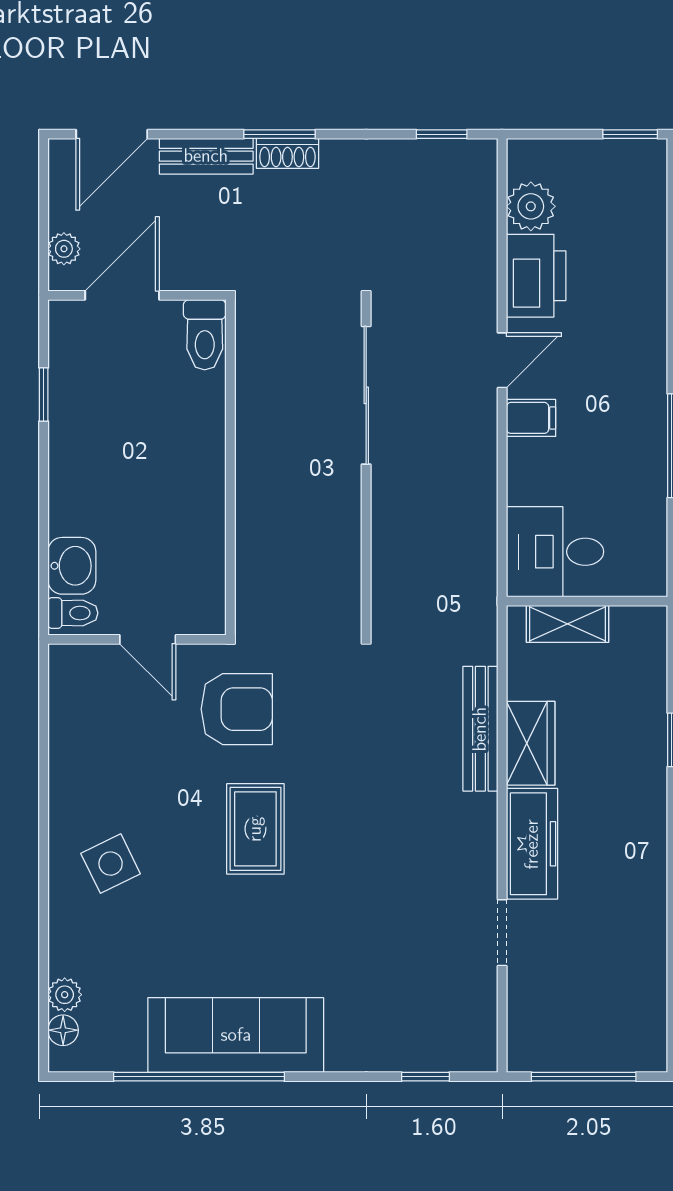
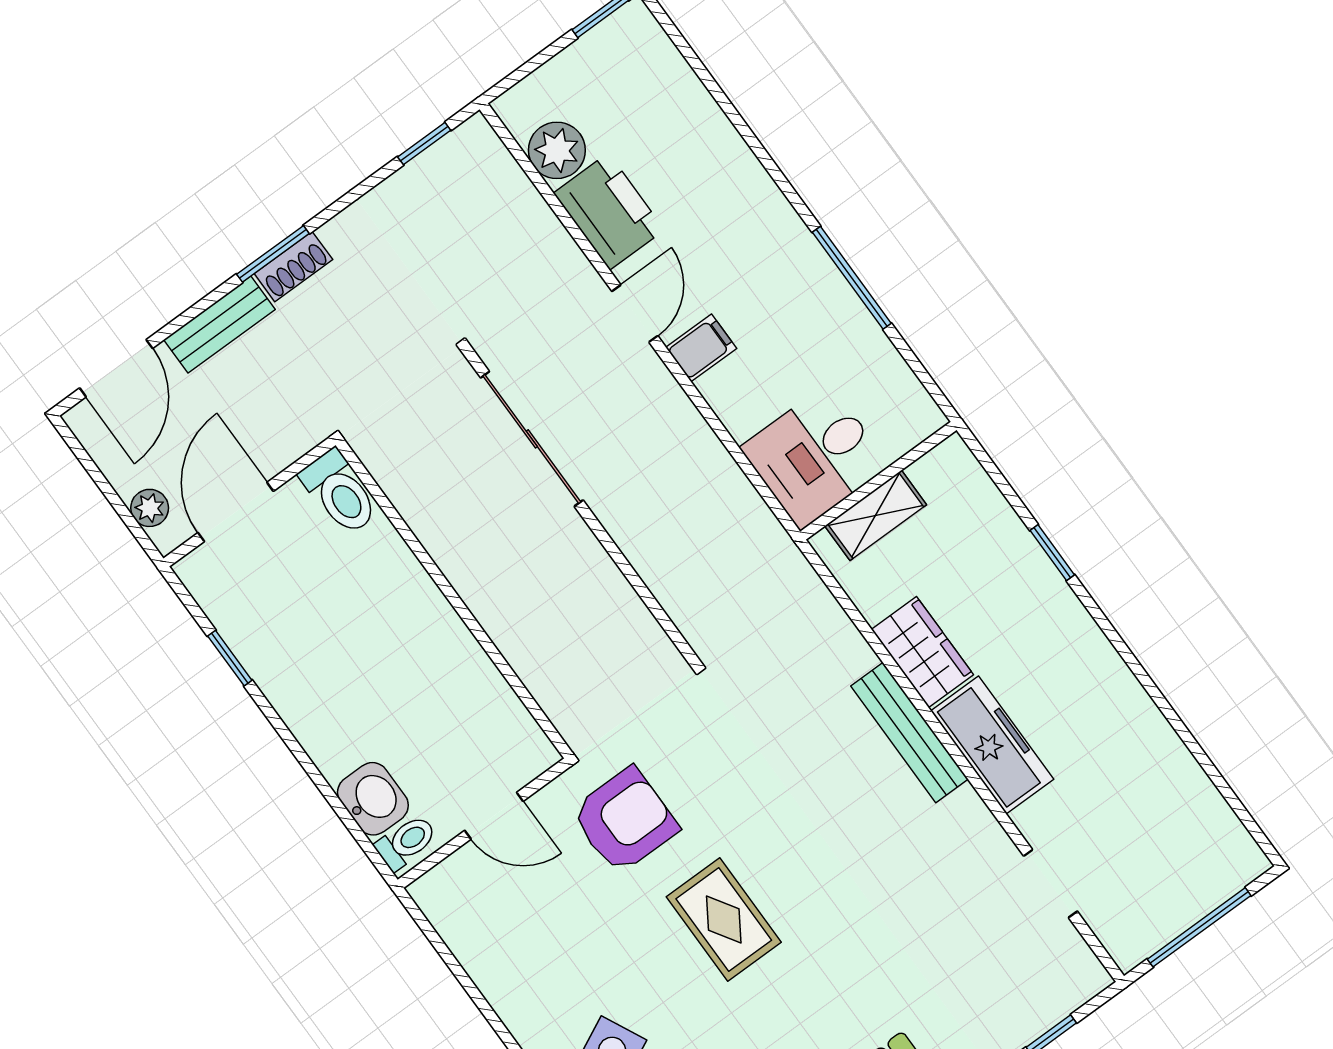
bench: (480, 729) -> (909, 733), moved
doorway: (502, 933) -> (1050, 884), moved

